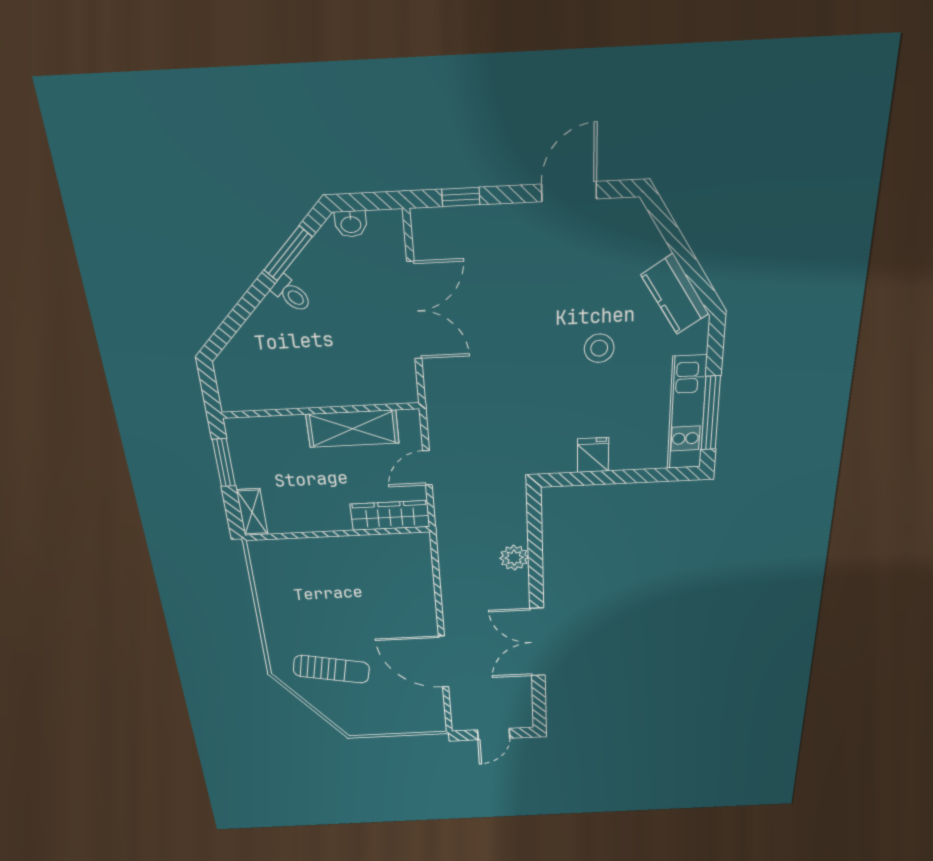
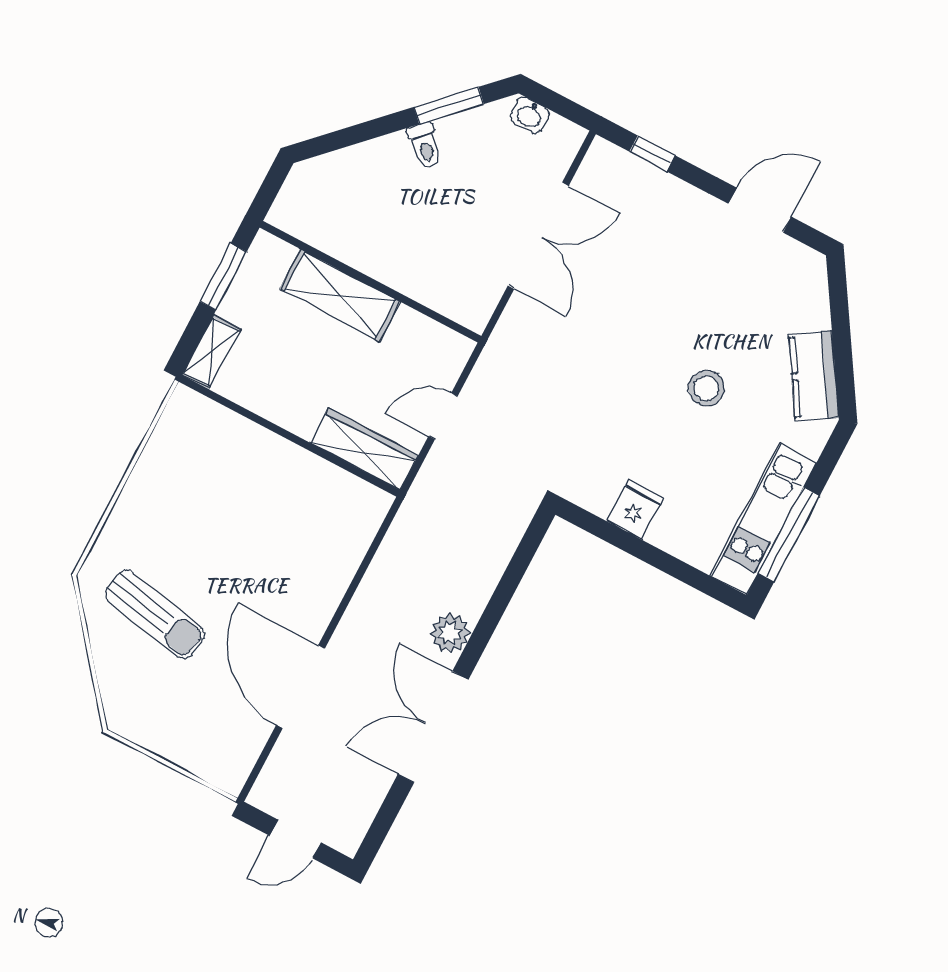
shelving: (353, 429) -> (340, 295), moved
plant: (514, 558) -> (450, 633), moved

